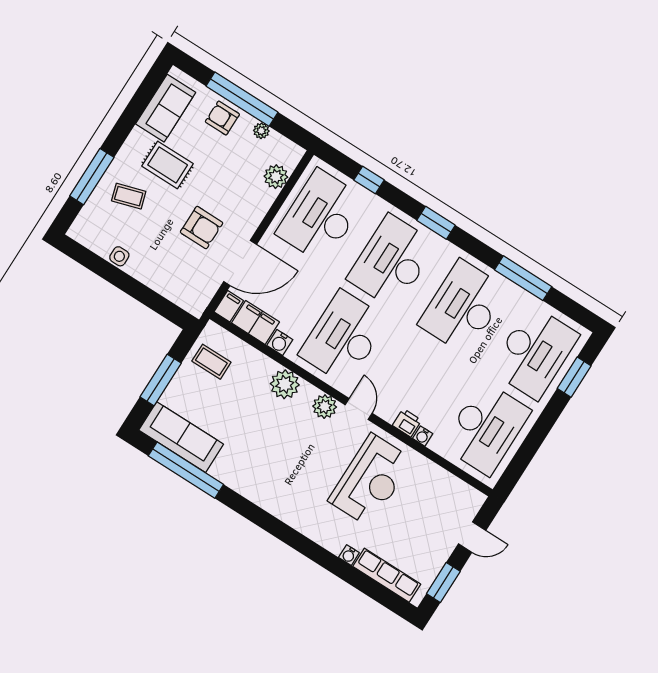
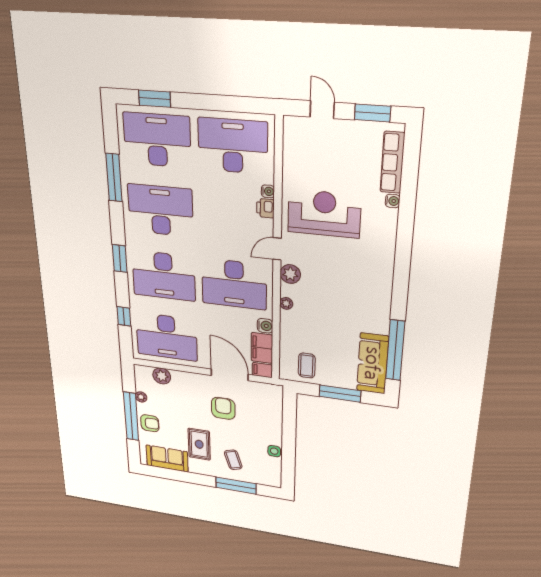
armchair: (222, 118) -> (150, 423), turned -90
desk: (463, 307) -> (160, 210), turned 180
plant: (285, 384) -> (286, 303), width x0.53, depth x0.53

